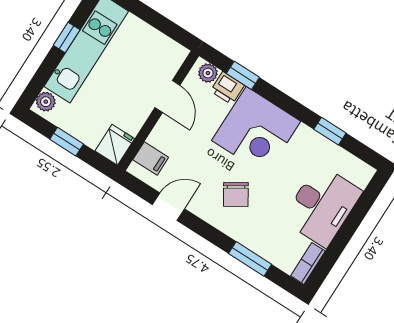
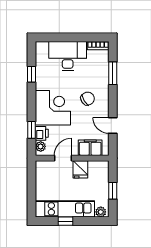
fridge: (115, 145) -> (80, 169), moved, turned -90
filing cabinet: (151, 158) -> (90, 148), width x2.00

